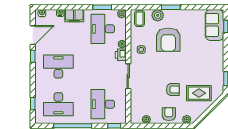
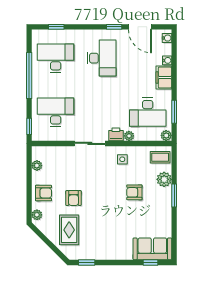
desk: (103, 29) -> (148, 112), turned 180
armchair: (168, 40) -> (134, 192), width x0.53, depth x0.53
desk: (58, 104) -> (56, 58), turned 90

